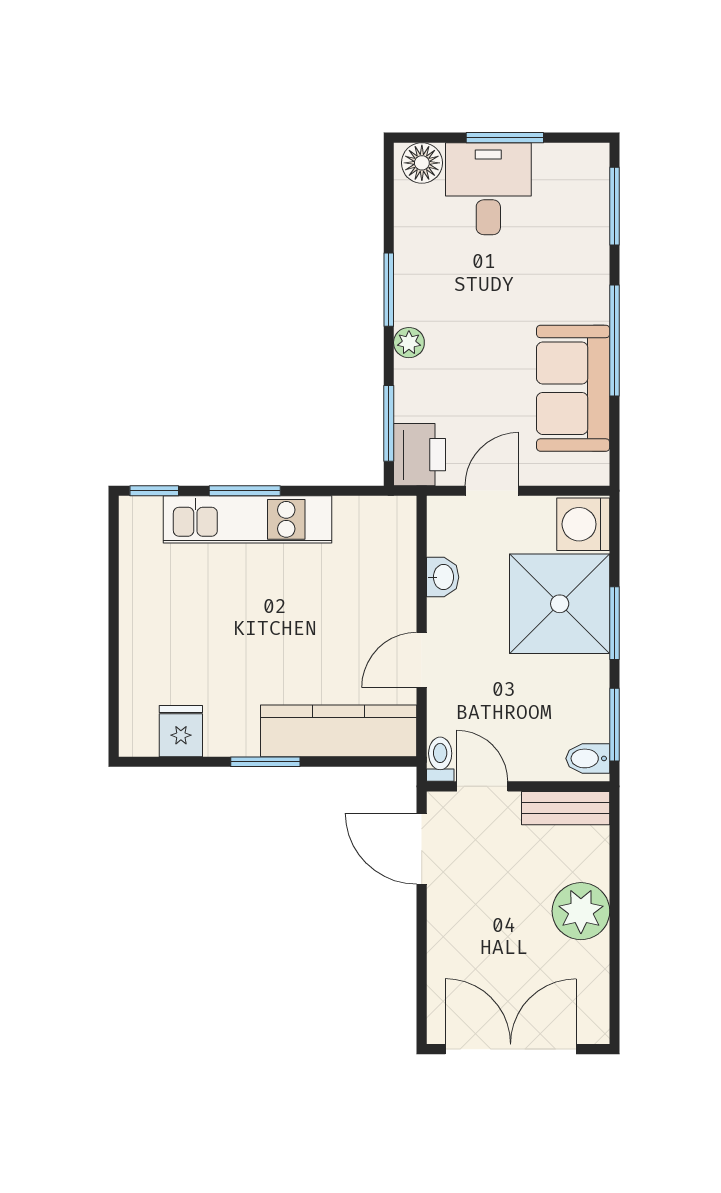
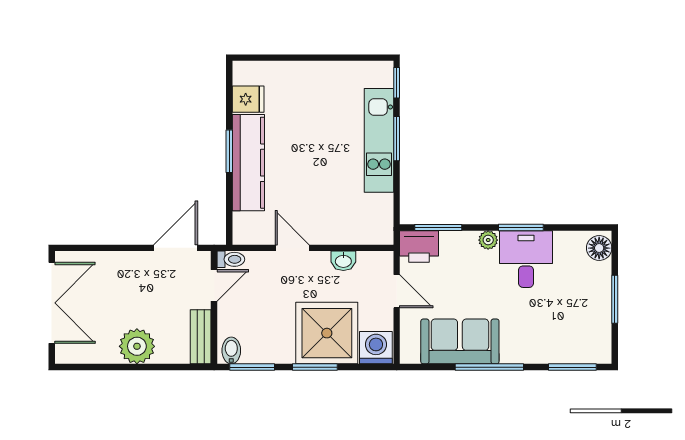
desk: (488, 189) -> (526, 259), moved, turned -90
kitchen counter: (339, 731) -> (248, 163), moved

